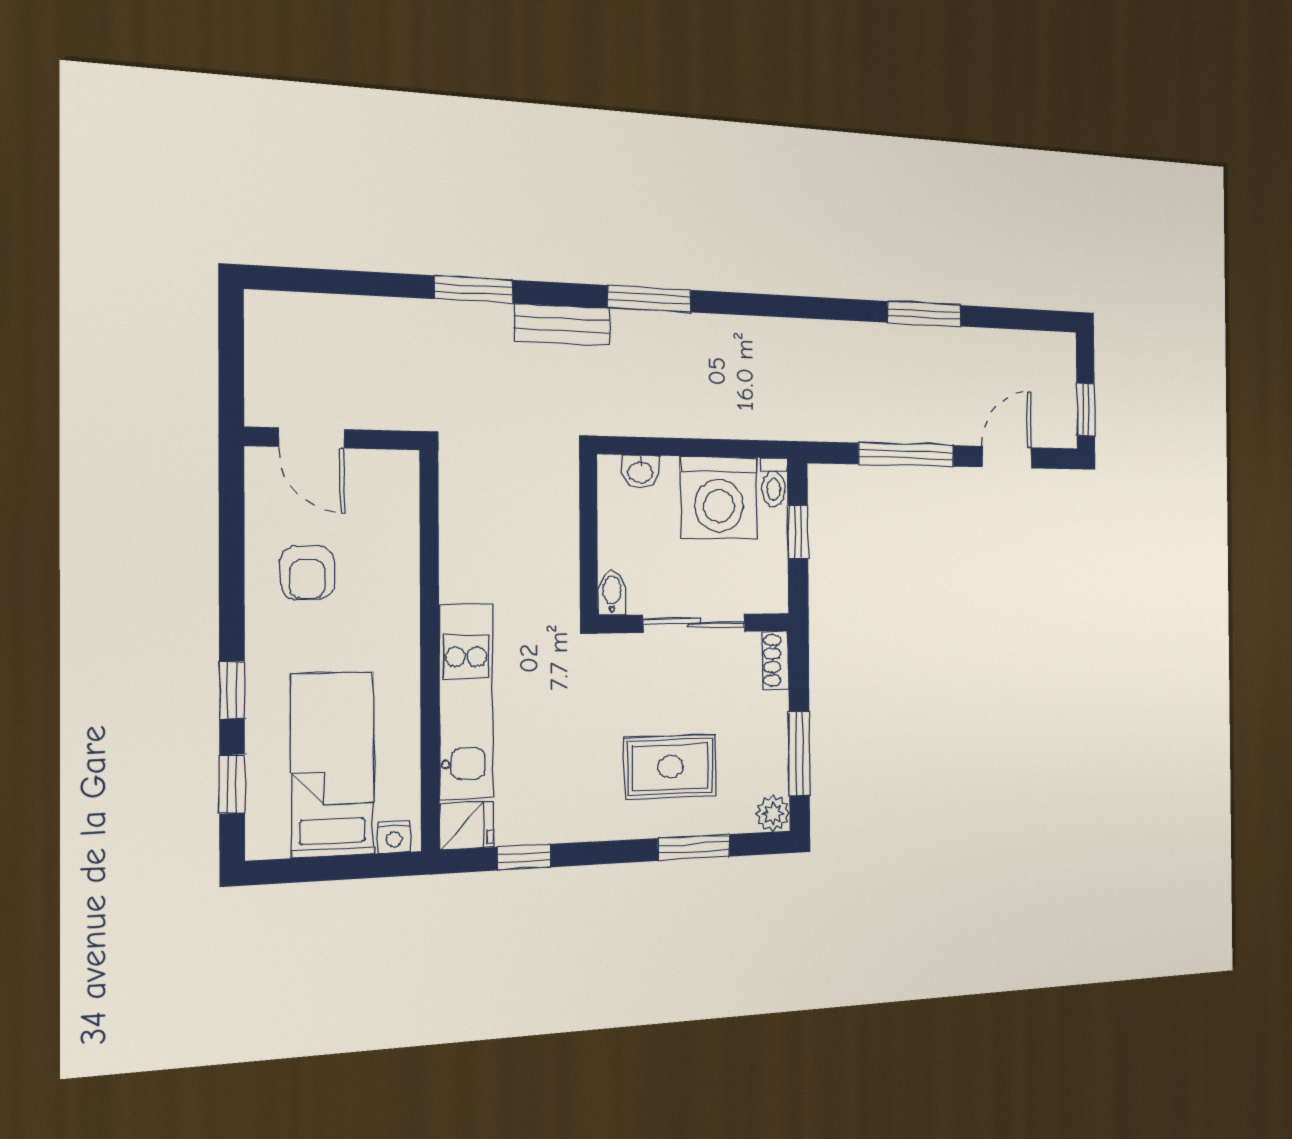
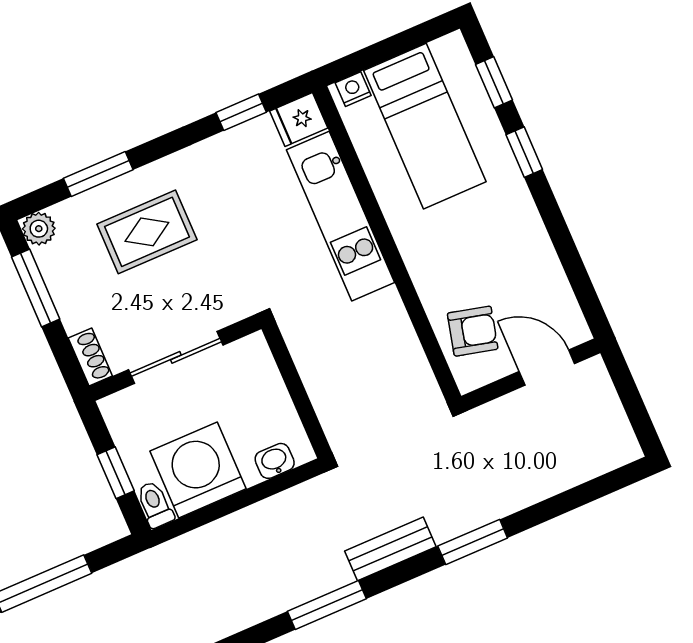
armchair: (307, 573) -> (473, 331), moved, turned 104
bidet: (612, 593) -> (257, 352), removed

